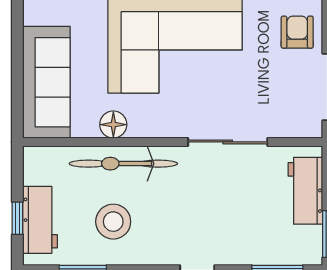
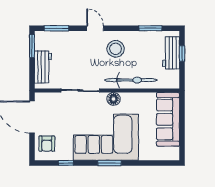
floor lamp: (113, 125) -> (114, 99), moved
stool: (113, 222) -> (116, 49), moved

